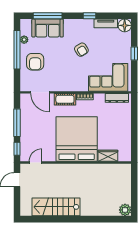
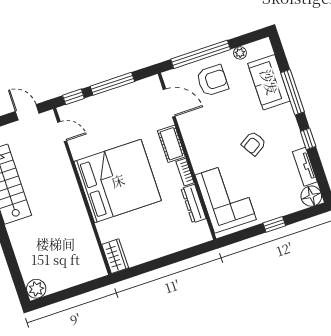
window: (48, 16) -> (293, 92), moved
window: (17, 50) -> (201, 54), moved
armchair: (35, 62) -> (212, 80), turned 180
door: (40, 92) -> (169, 103), swing flipped
dresser: (117, 98) -> (194, 204), moved
wardrobe: (108, 156) -> (115, 256), moved

